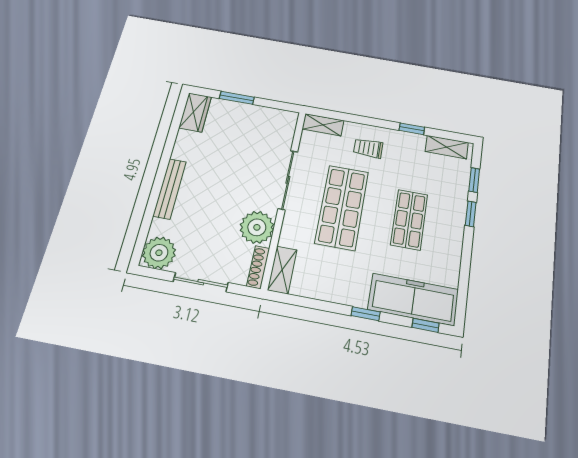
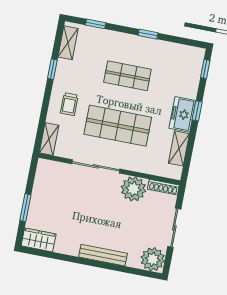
window: (471, 214) -> (148, 34), moved
shelving: (282, 270) -> (179, 148), moved, turned 90
freezer: (413, 299) -> (182, 114), moved, width x0.52, depth x0.79

